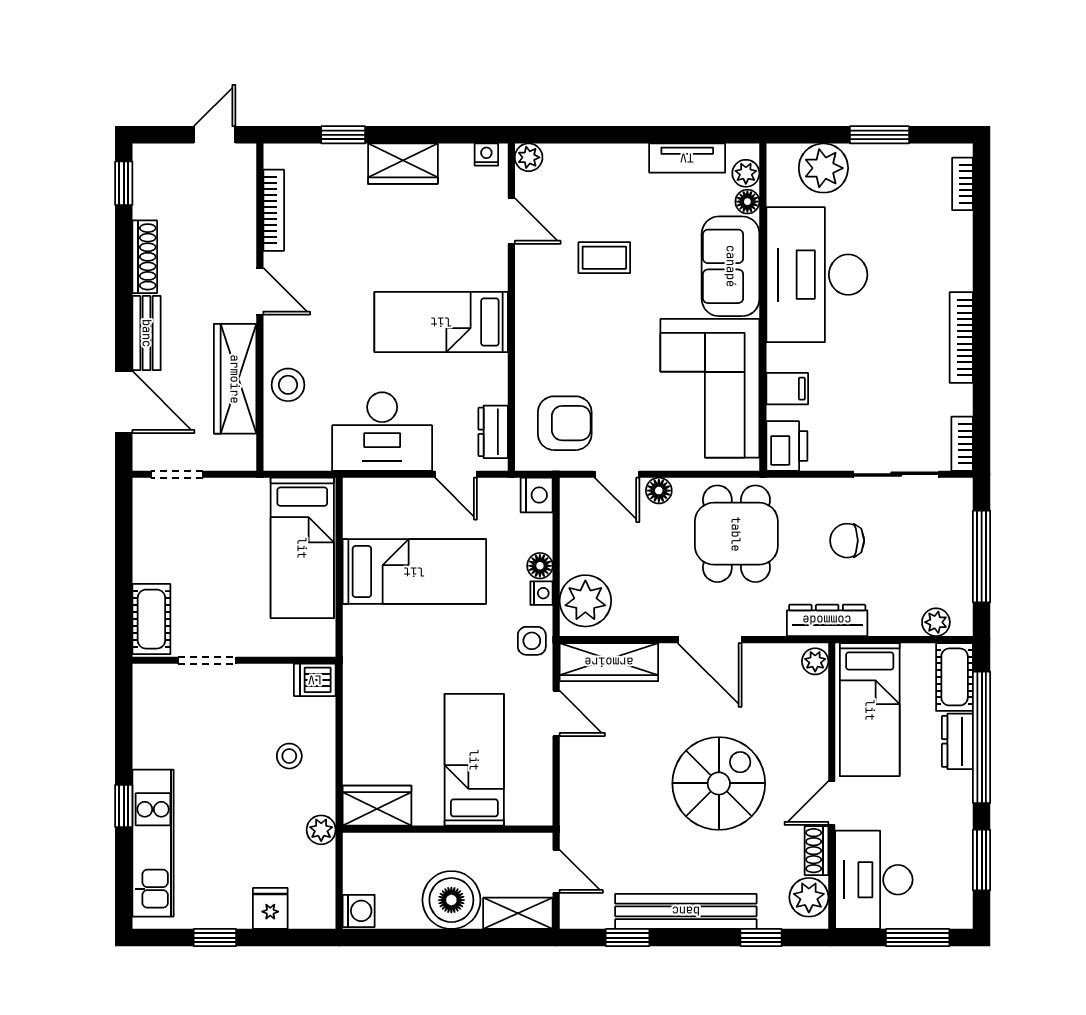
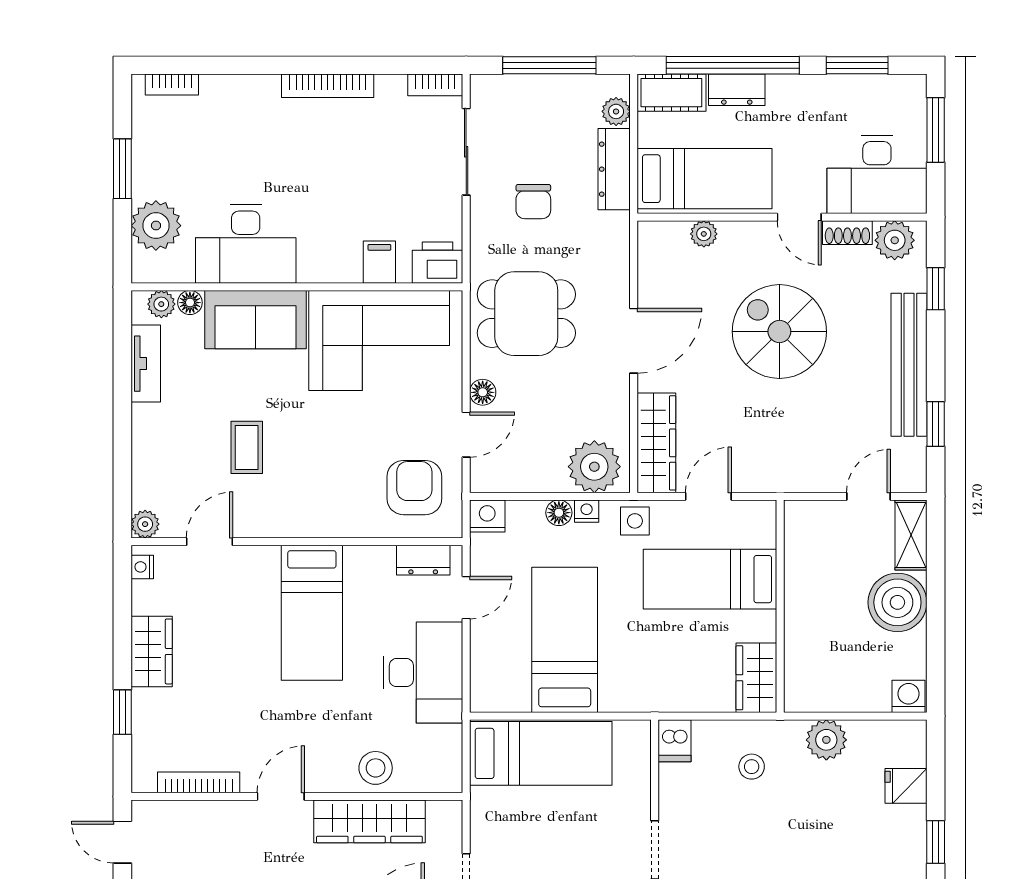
desk: (817, 275) -> (246, 244), width x0.73, depth x0.77
dresser: (827, 620) -> (614, 169), moved
plant: (815, 661) -> (704, 234), moved
bed: (474, 760) -> (710, 579), moved
wardrobe: (377, 806) -> (756, 678), moved
wall: (448, 829) -> (780, 606), moved
plant: (321, 830) -> (826, 740), width x1.38, depth x1.38

